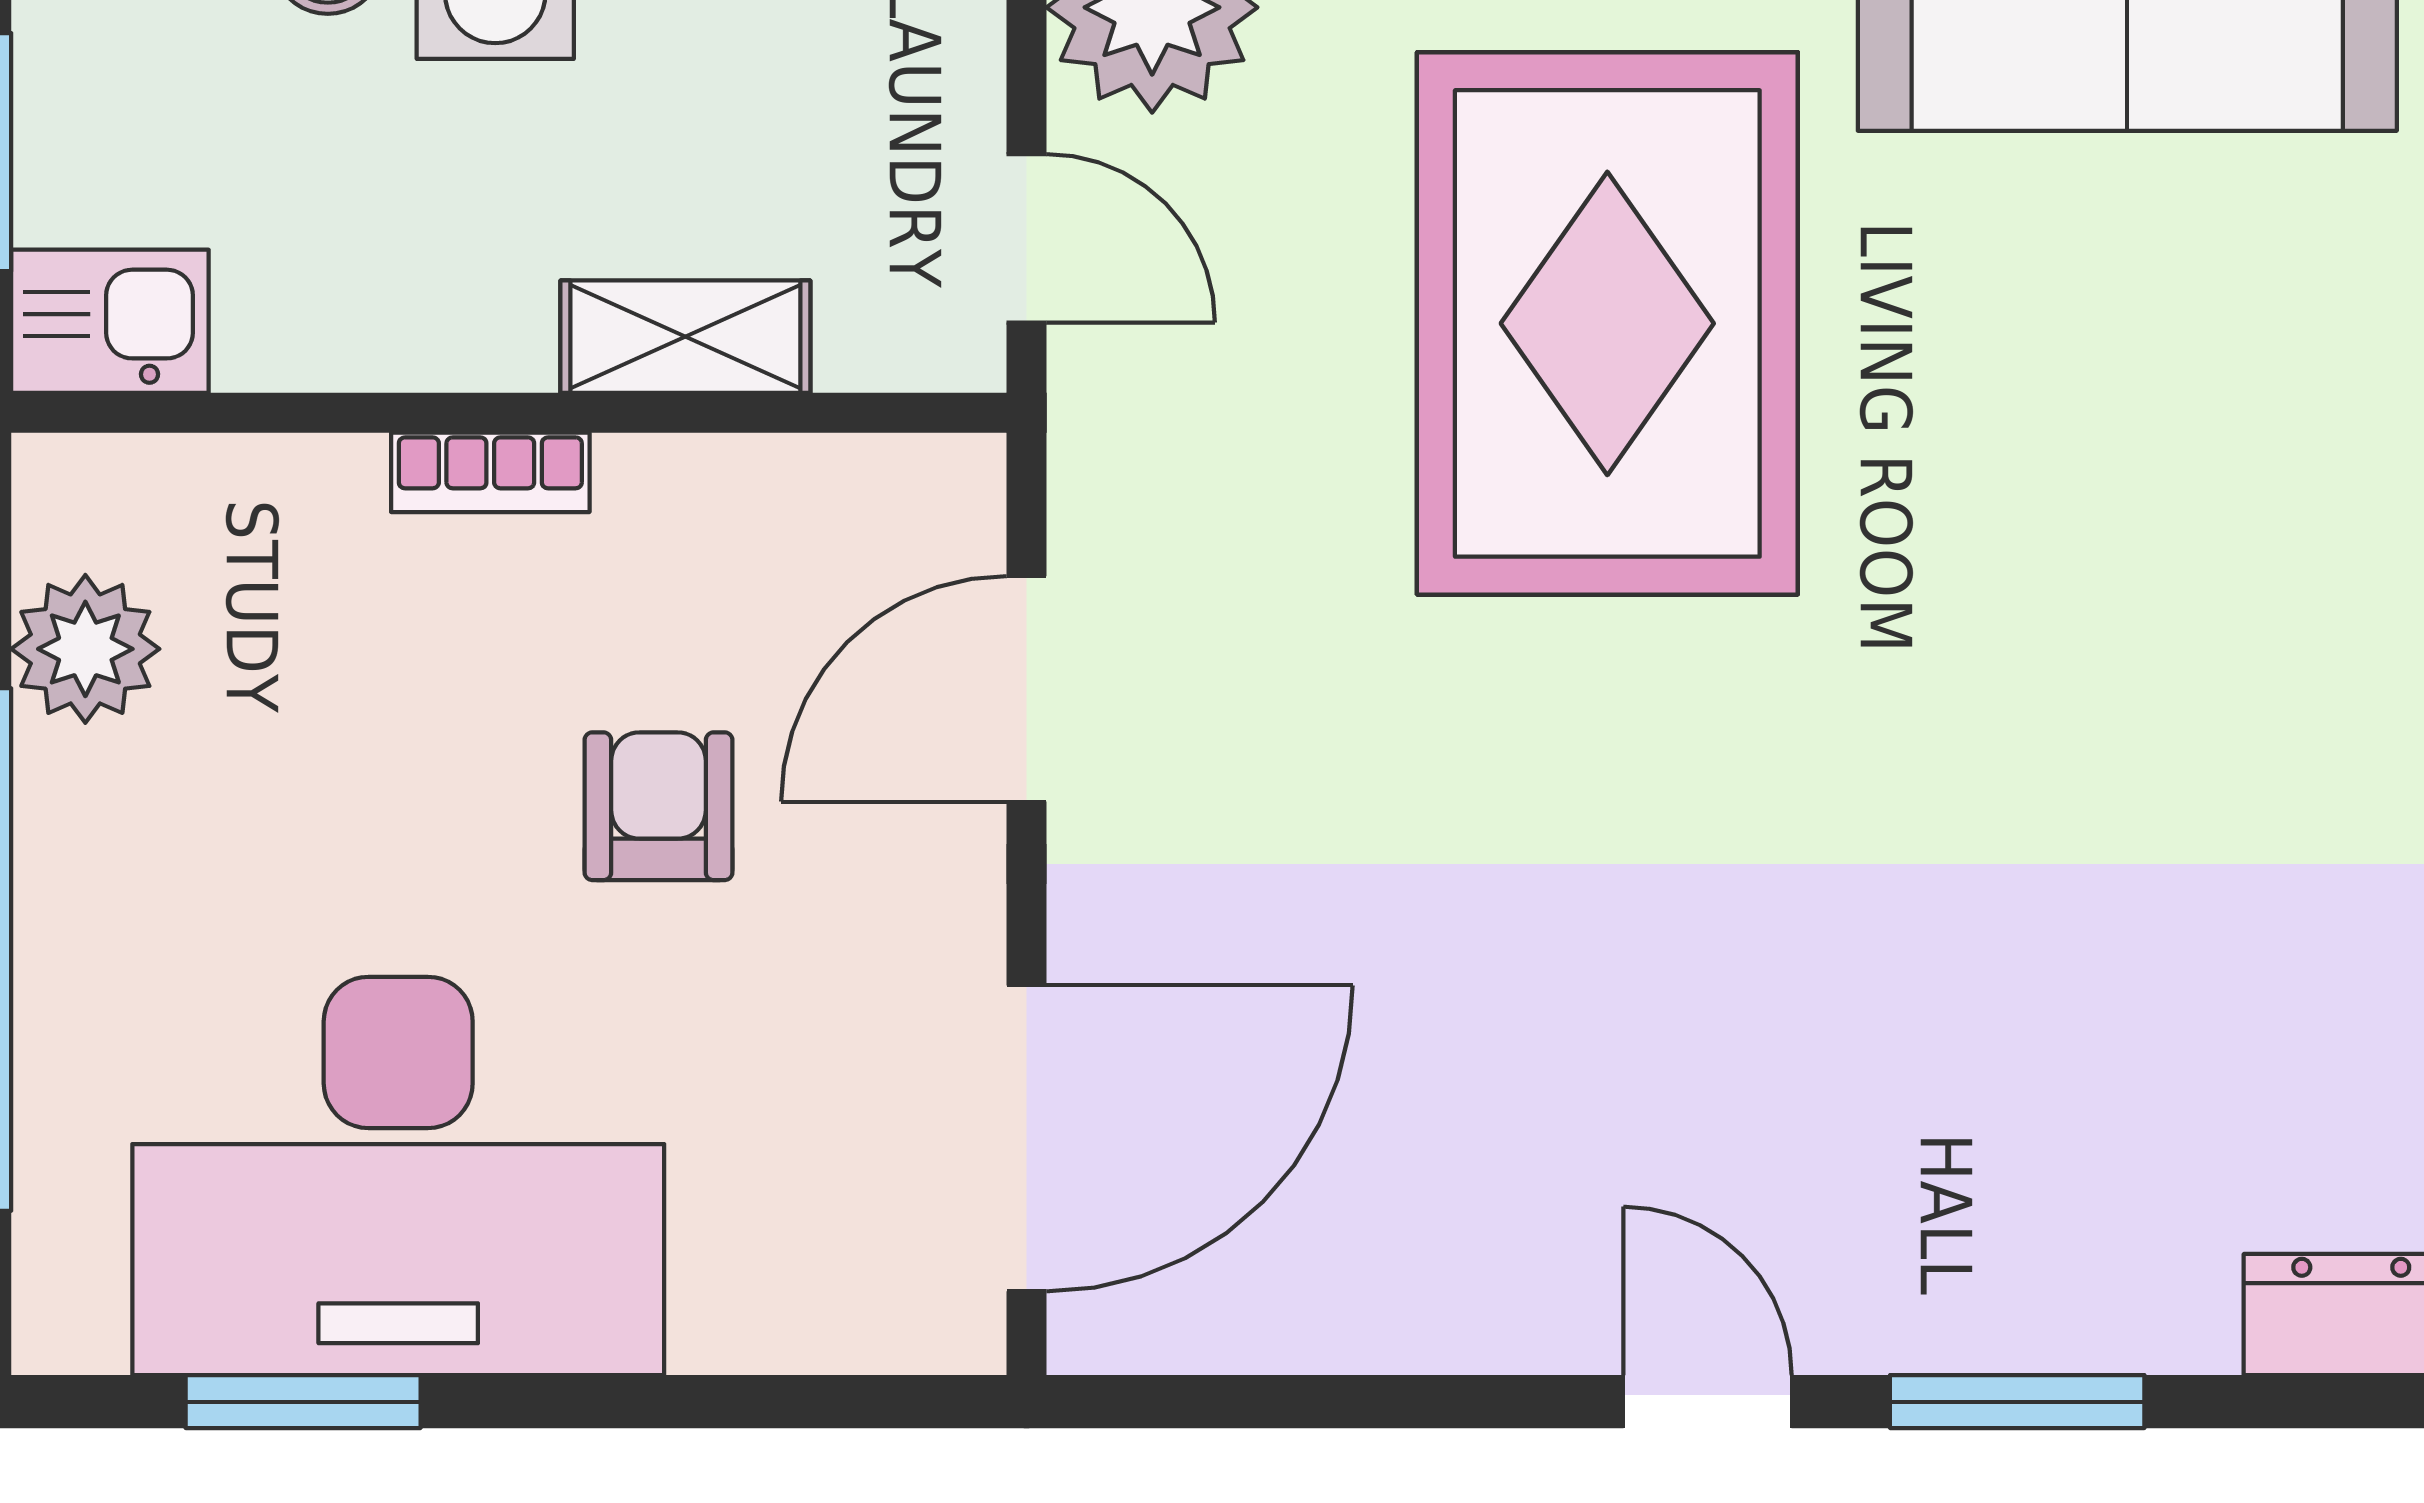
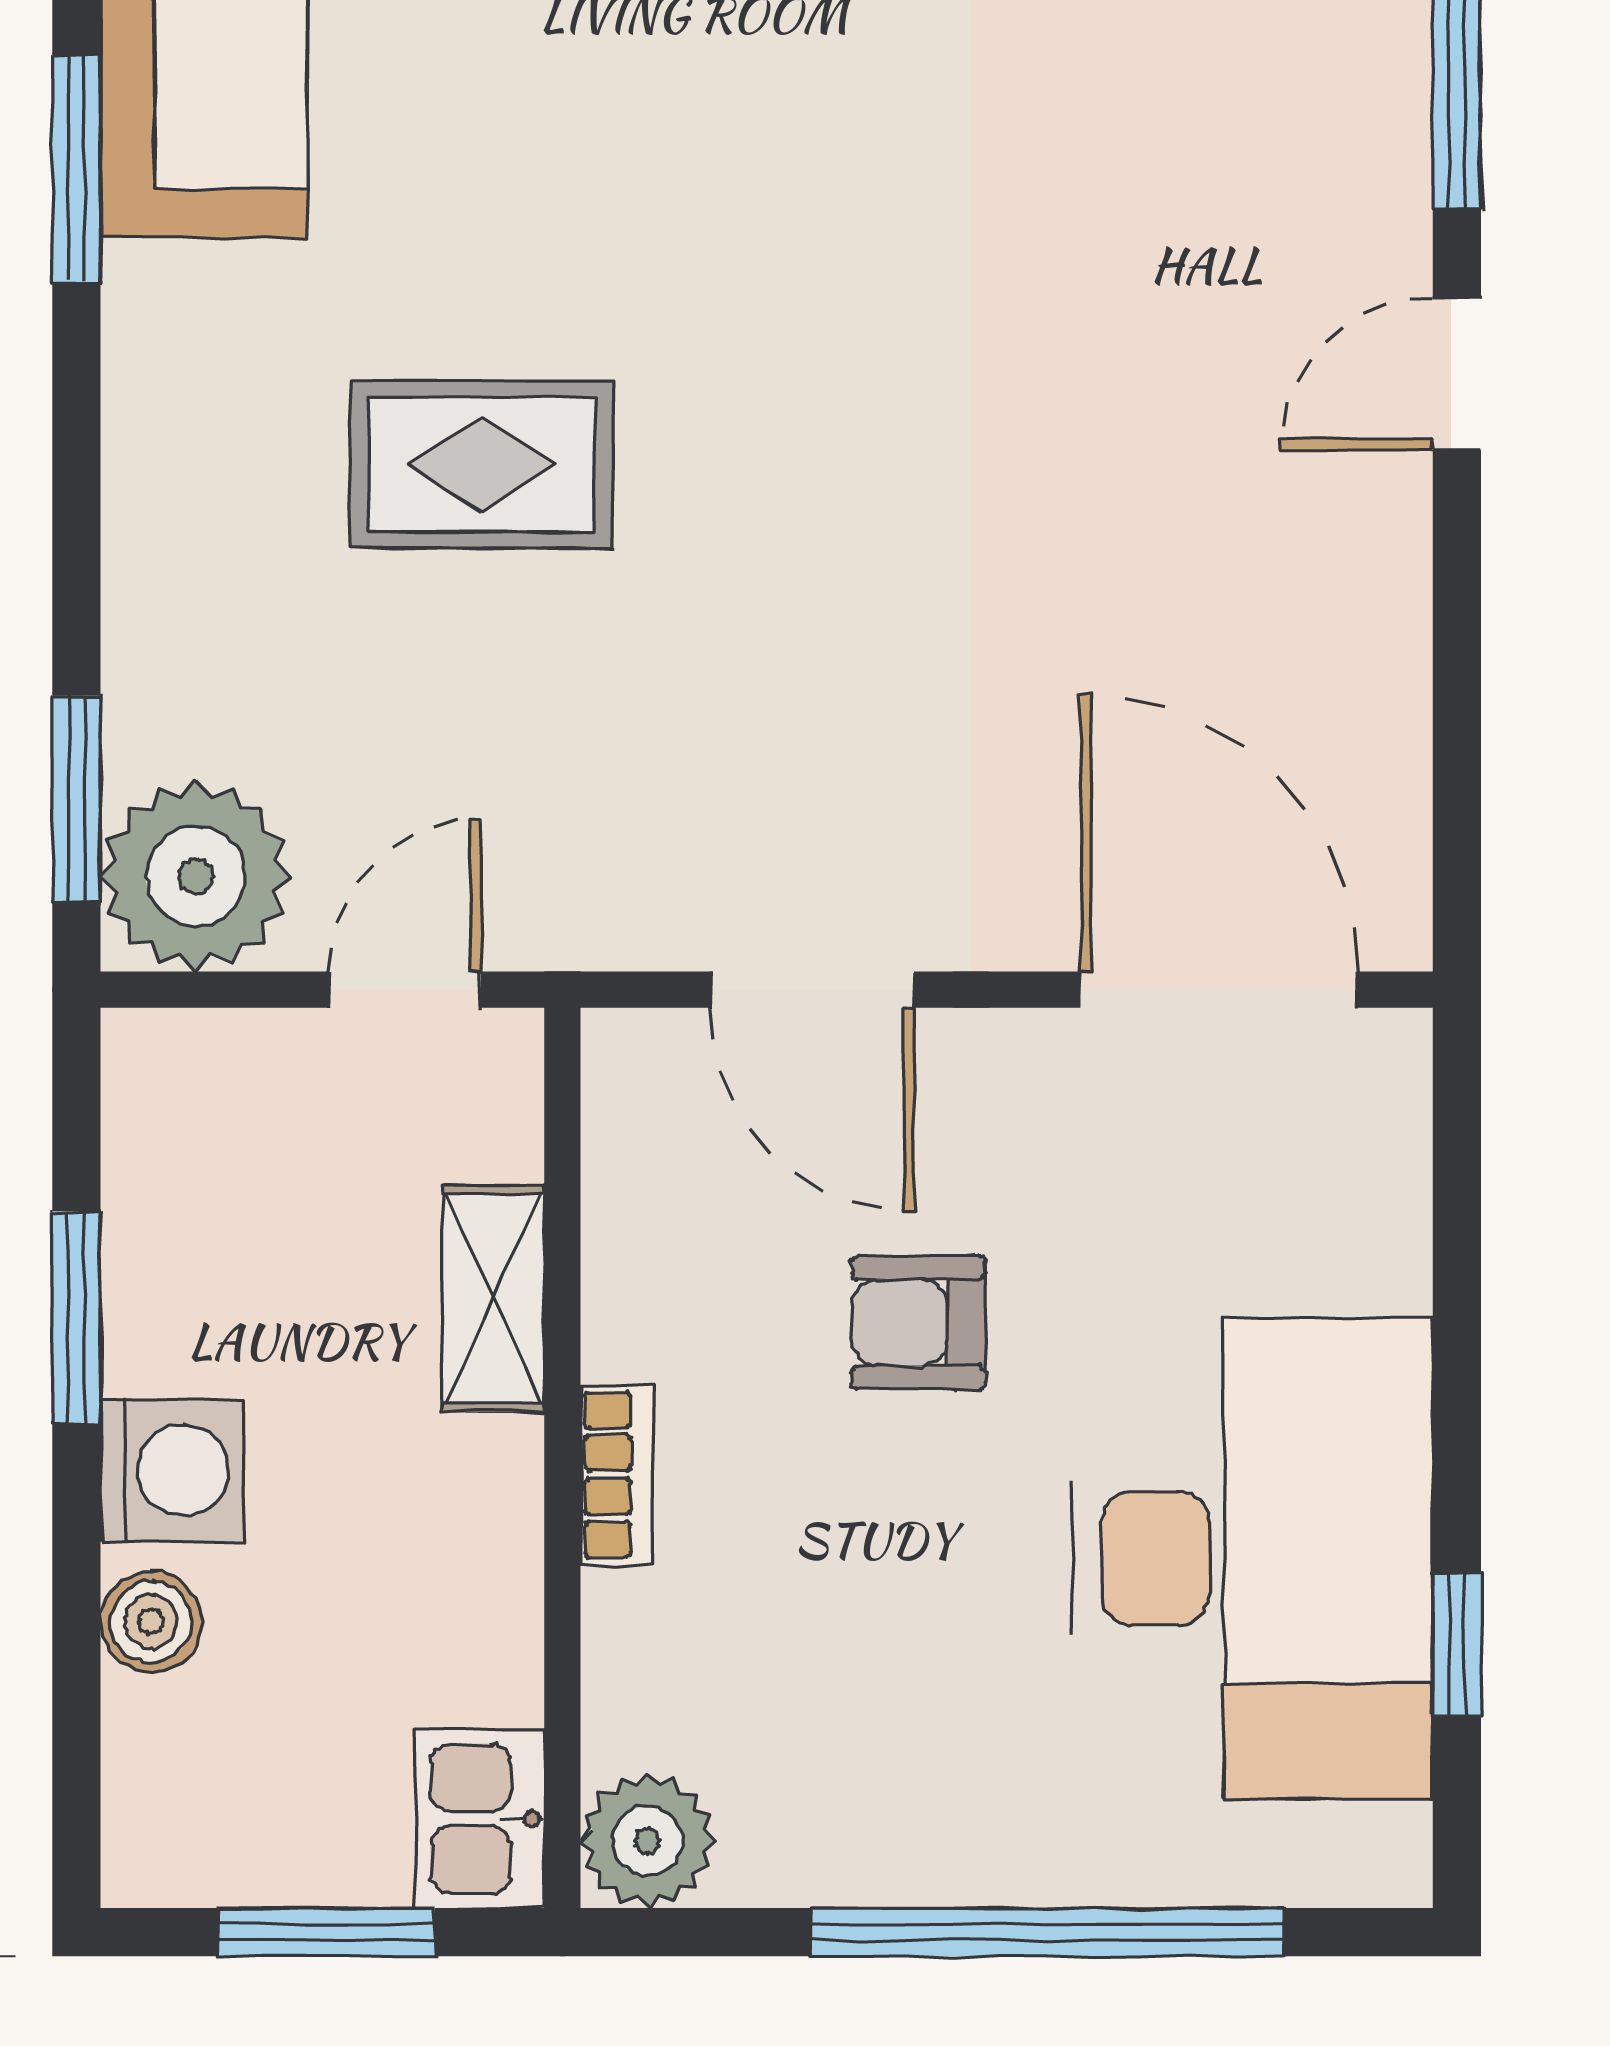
rug: (1607, 323) -> (482, 464), width x0.54, depth x0.49
plant: (85, 649) -> (647, 1841), moved
window: (303, 1402) -> (1457, 1644), width x0.67

